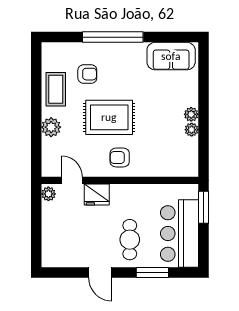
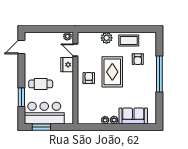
sofa: (171, 56) -> (133, 116), moved, turned 90
door: (72, 180) -> (75, 50), swing flipped
window: (203, 207) -> (41, 127), moved
door: (100, 273) -> (21, 47), moved

